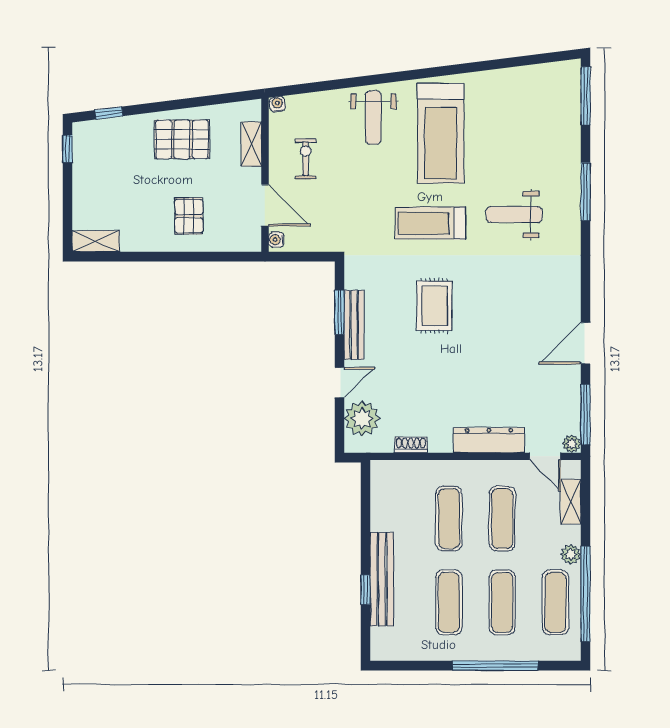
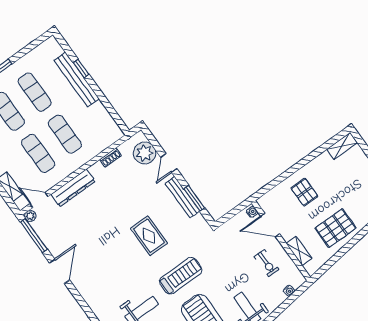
water cooler: (277, 104) -> (289, 291), moved

